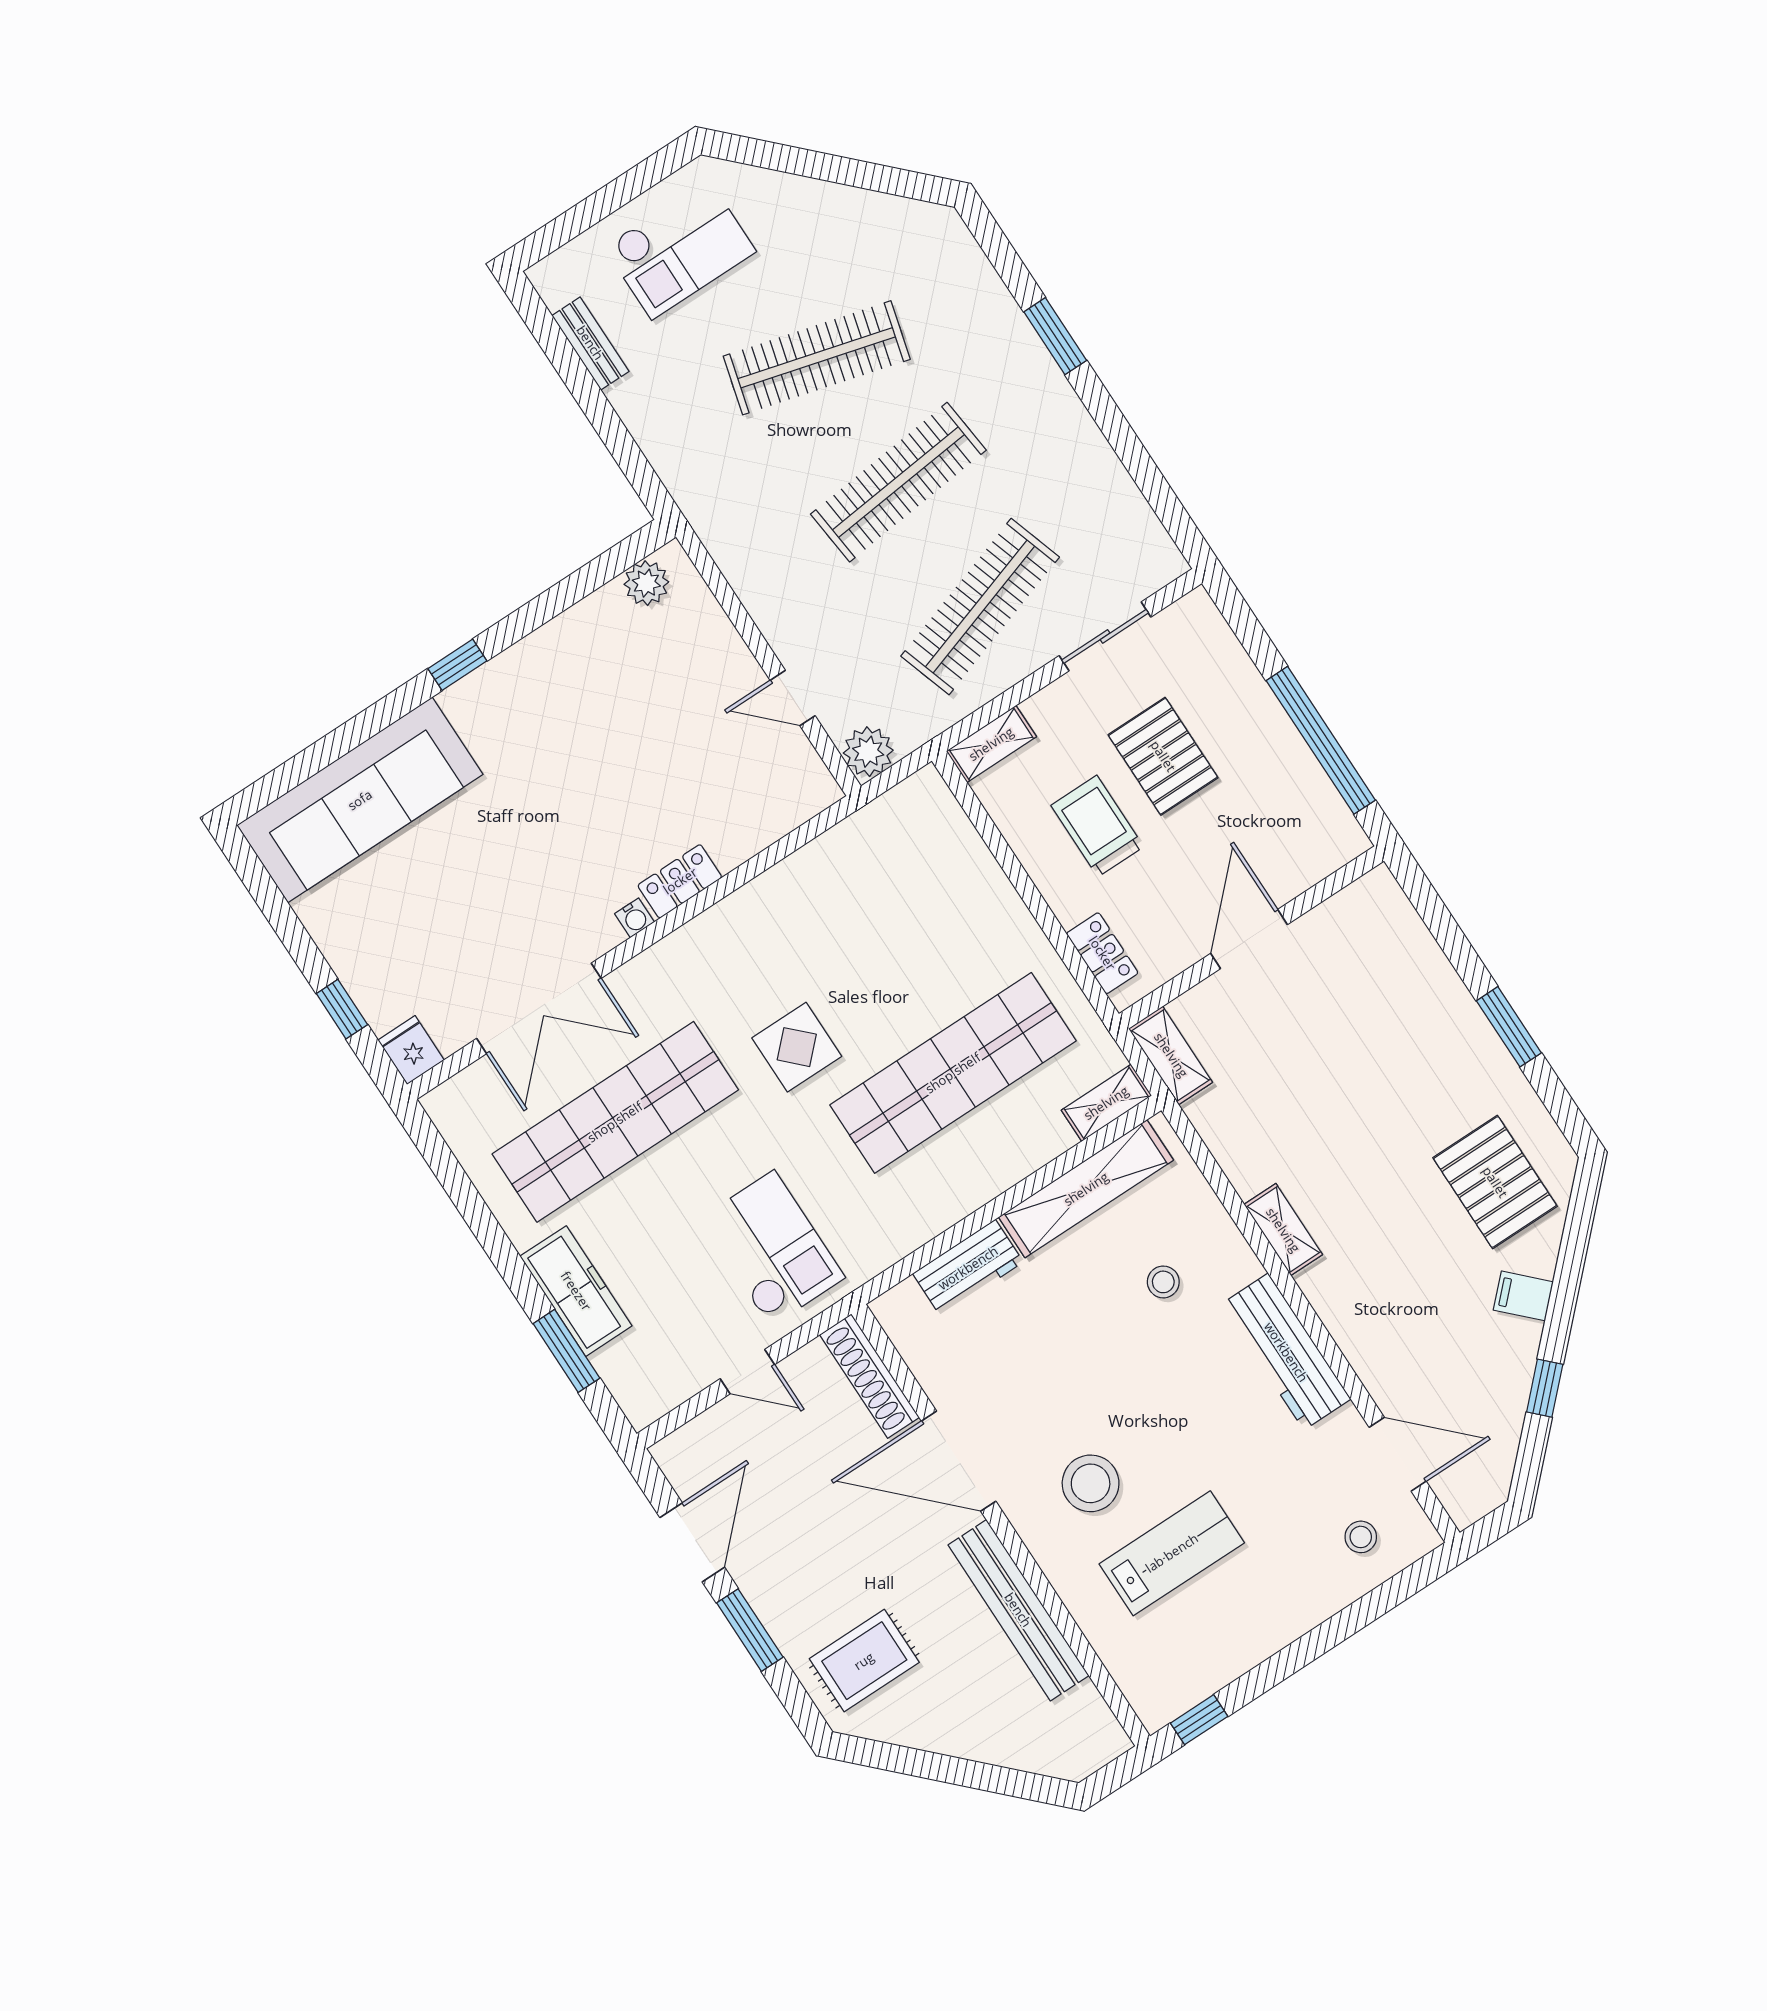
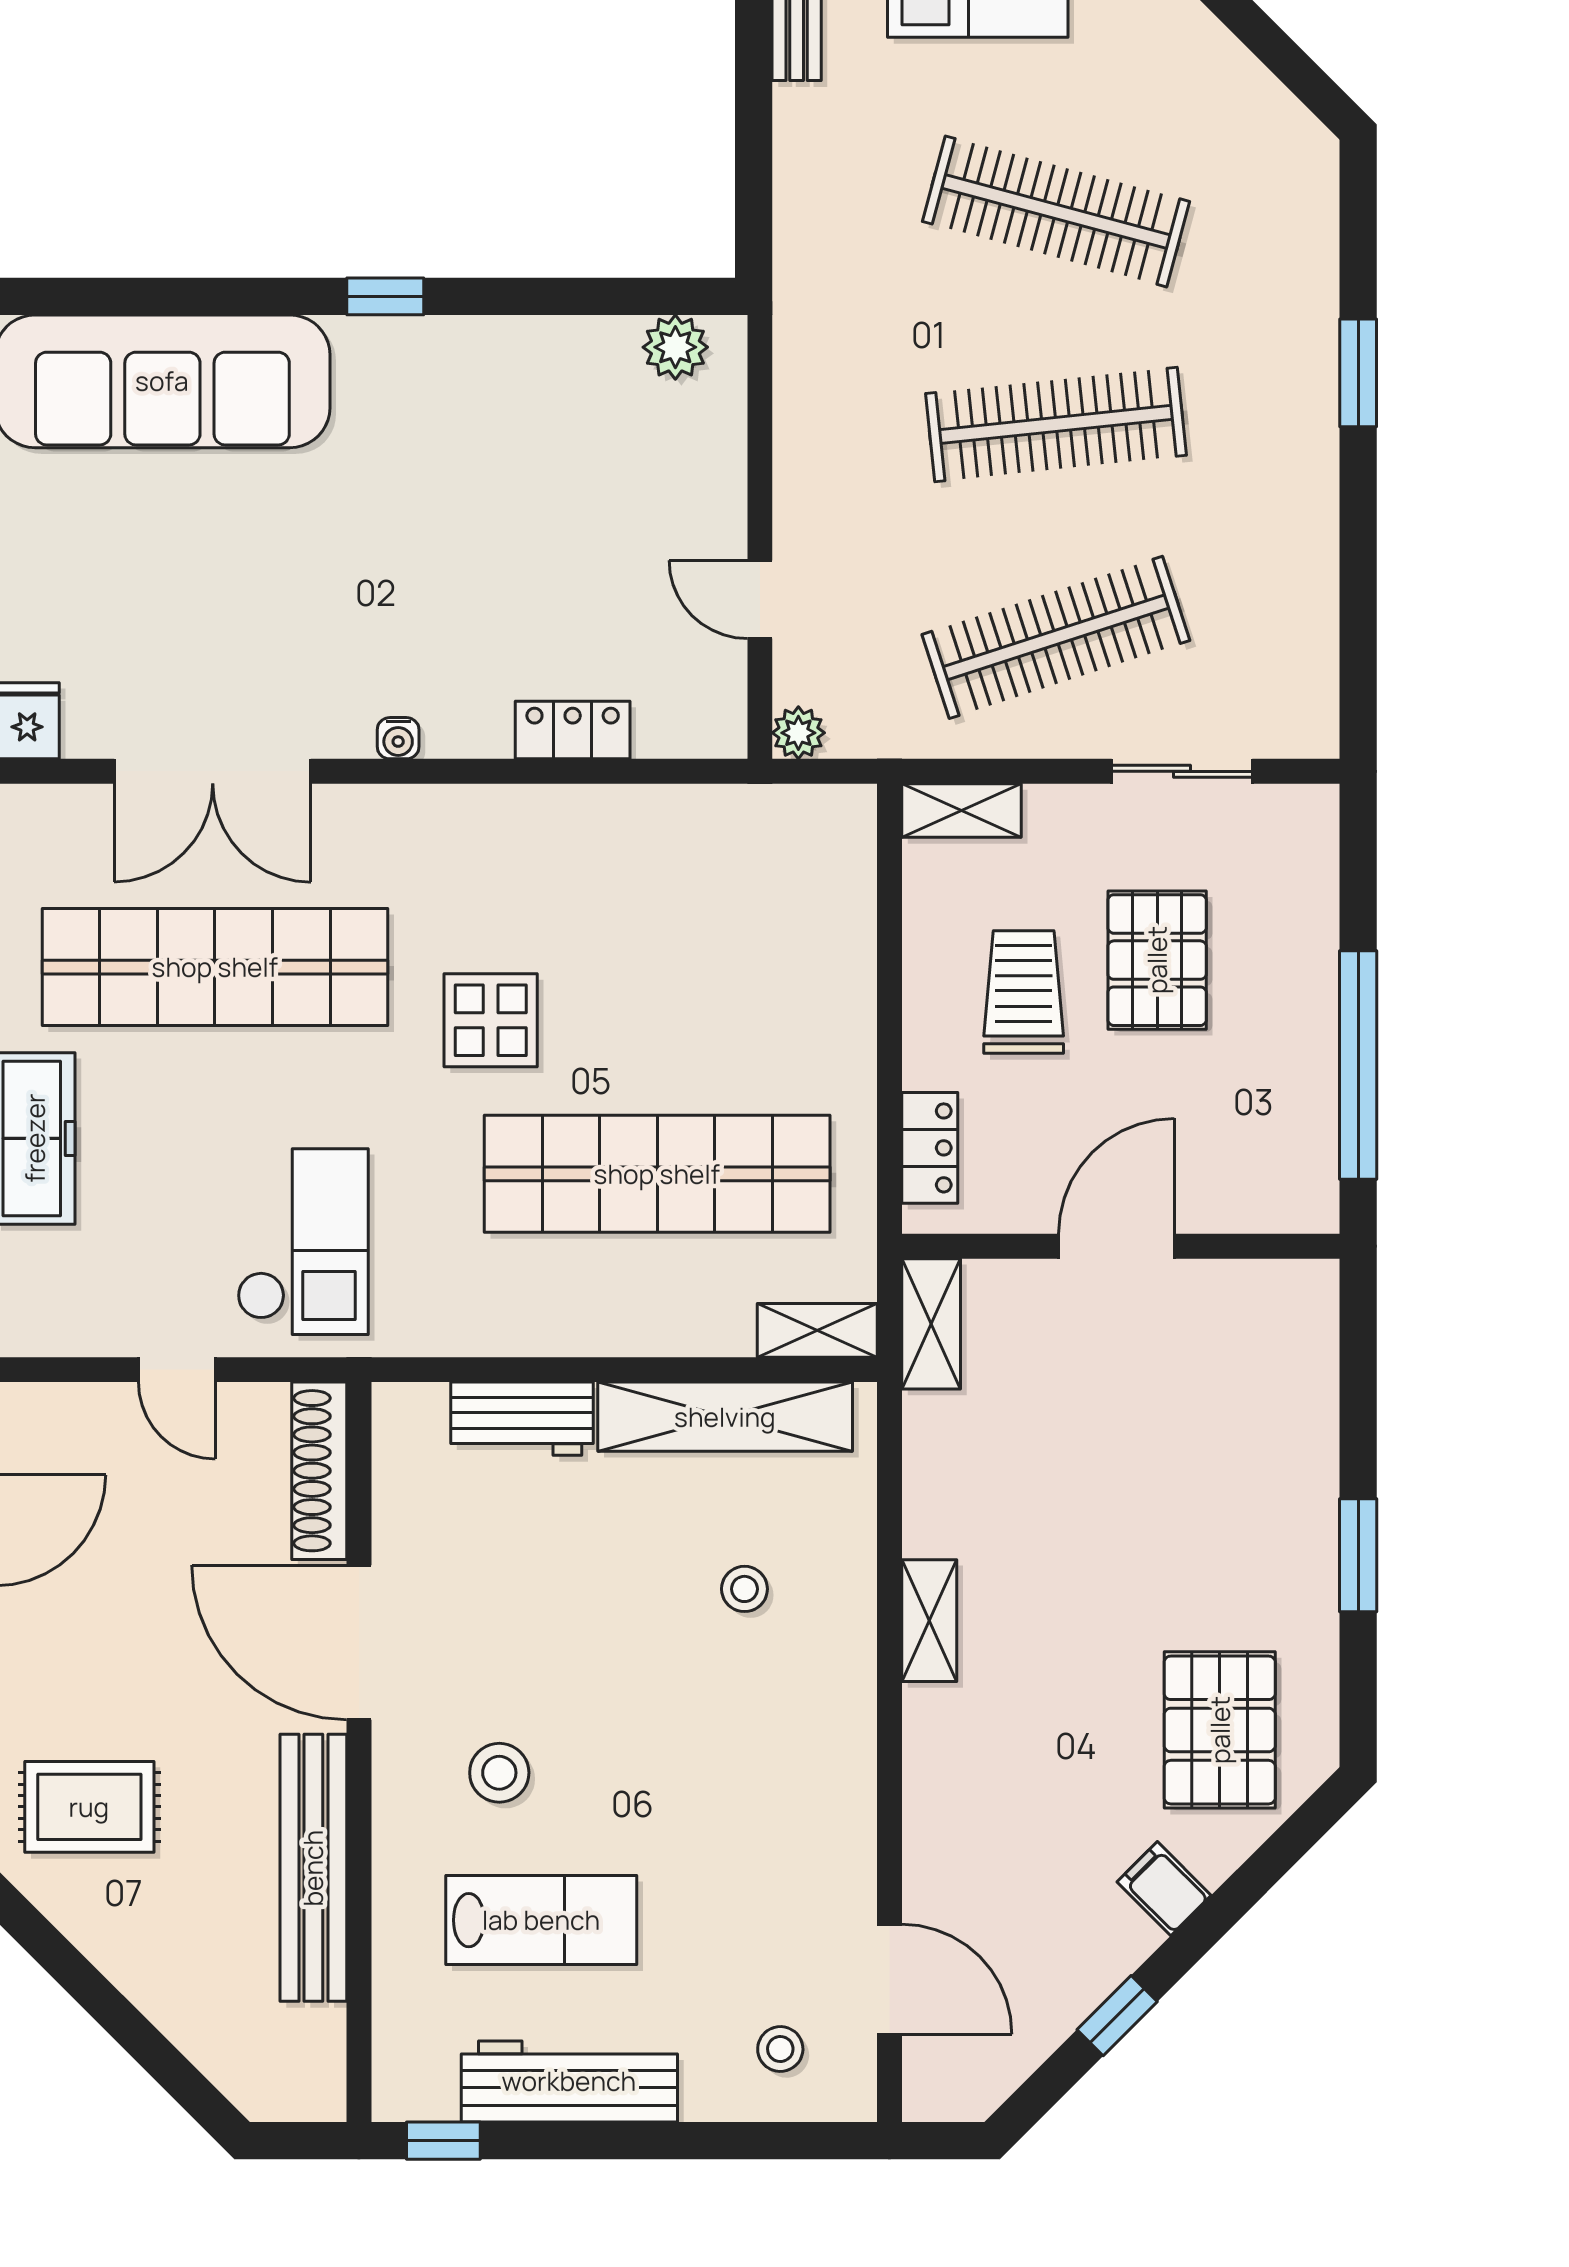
plant: (868, 752) -> (798, 733), width x0.73, depth x0.73
locker: (680, 881) -> (573, 730), moved
workbench: (1286, 1352) -> (569, 2081), moved, turned 90
stool: (1091, 1483) -> (499, 1773), width x0.73, depth x0.73

